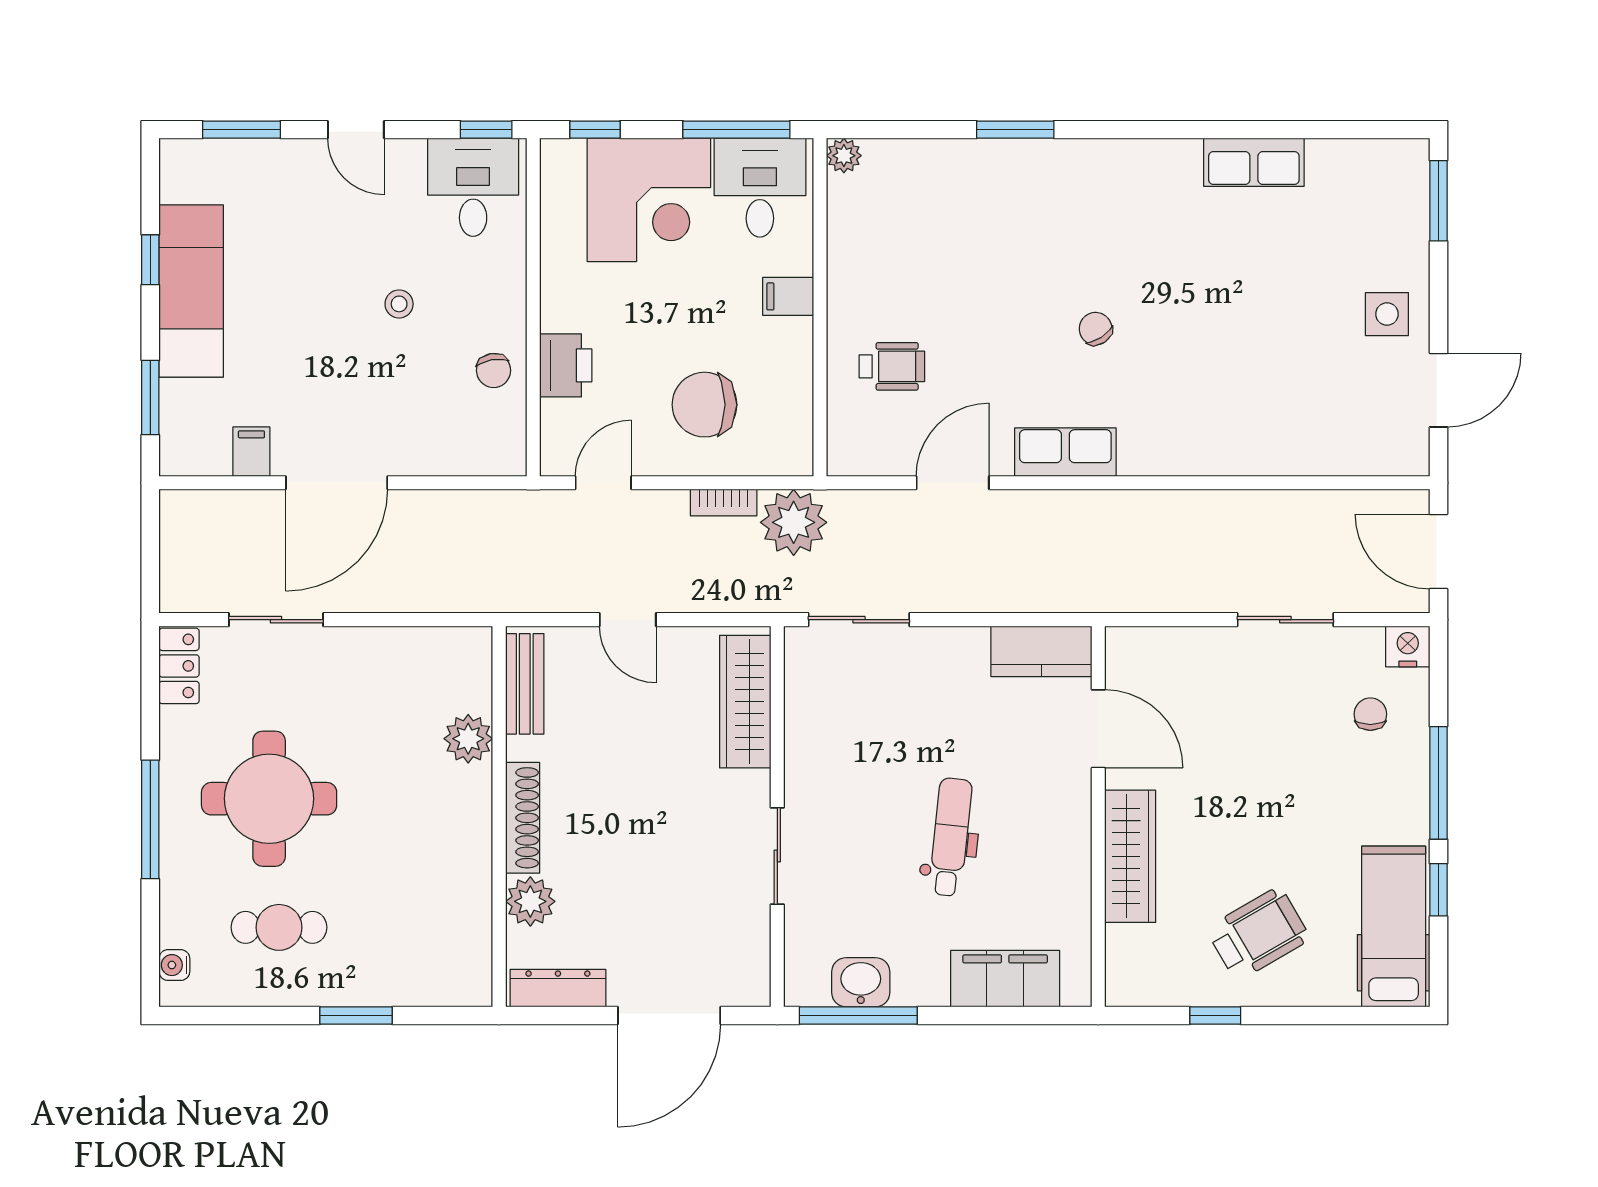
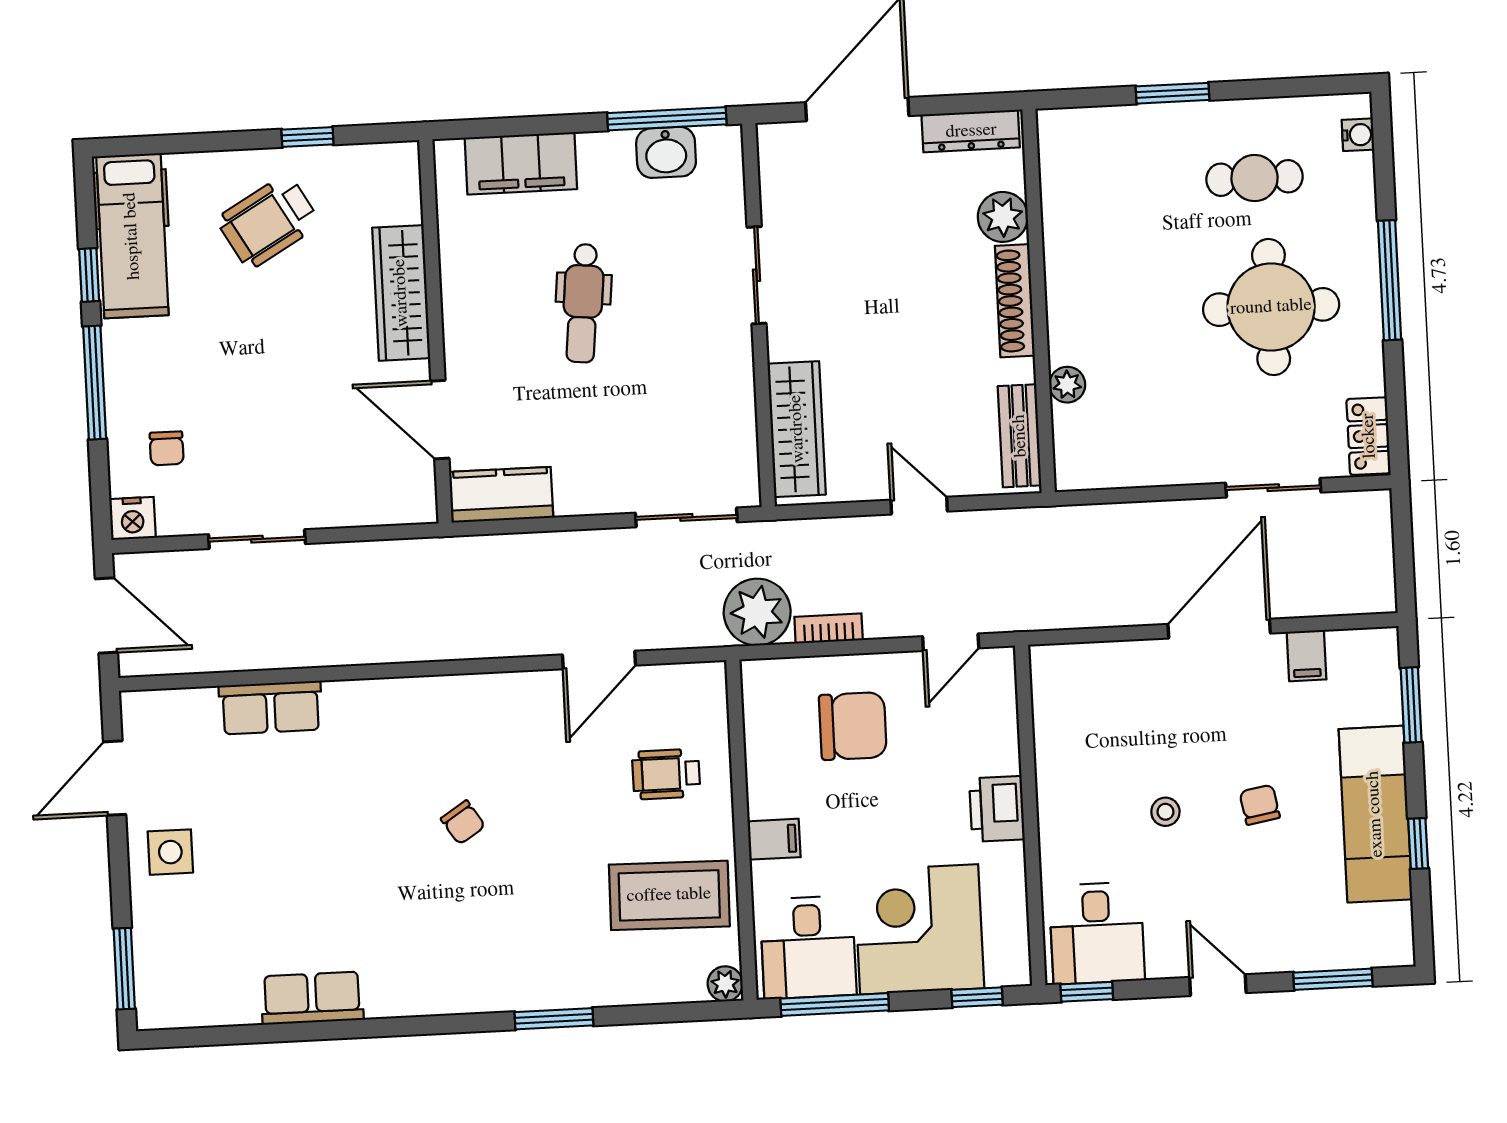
coffee table: (895, 246) -> (669, 895), added
printer: (566, 365) -> (997, 809), moved
chair: (494, 370) -> (1260, 805), moved
row of seats: (1065, 452) -> (271, 708), moved
plant: (468, 739) -> (1067, 385), width x0.73, depth x0.73

